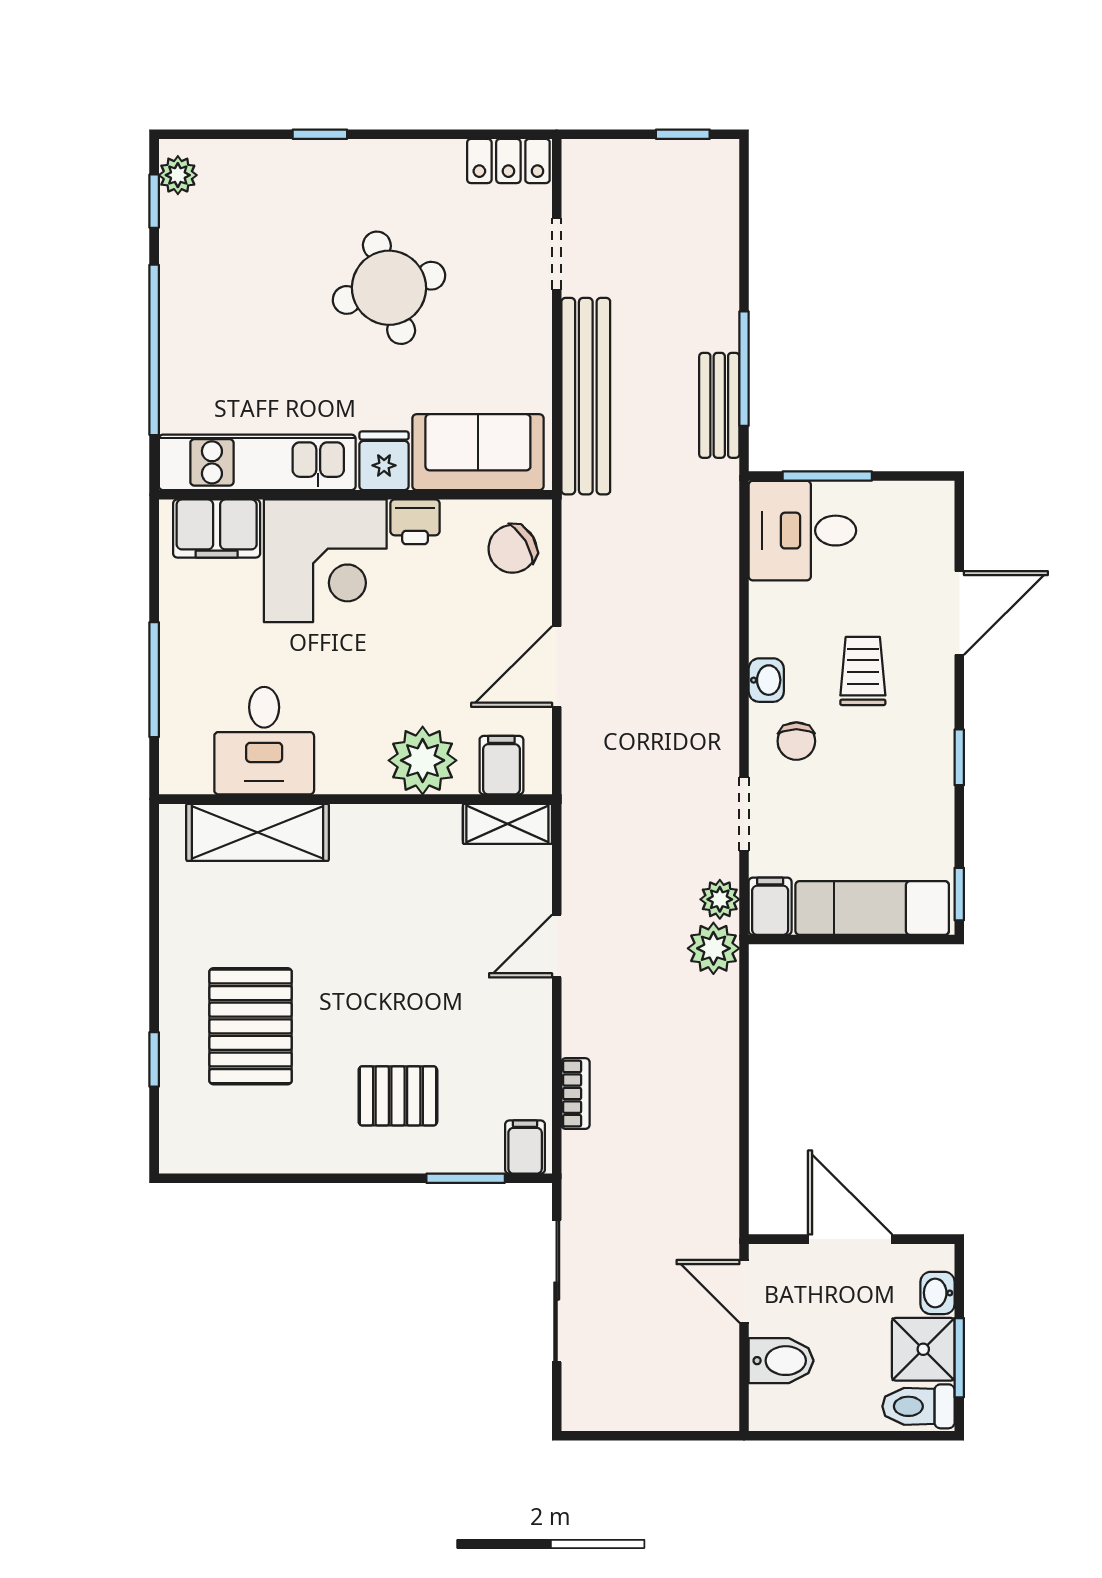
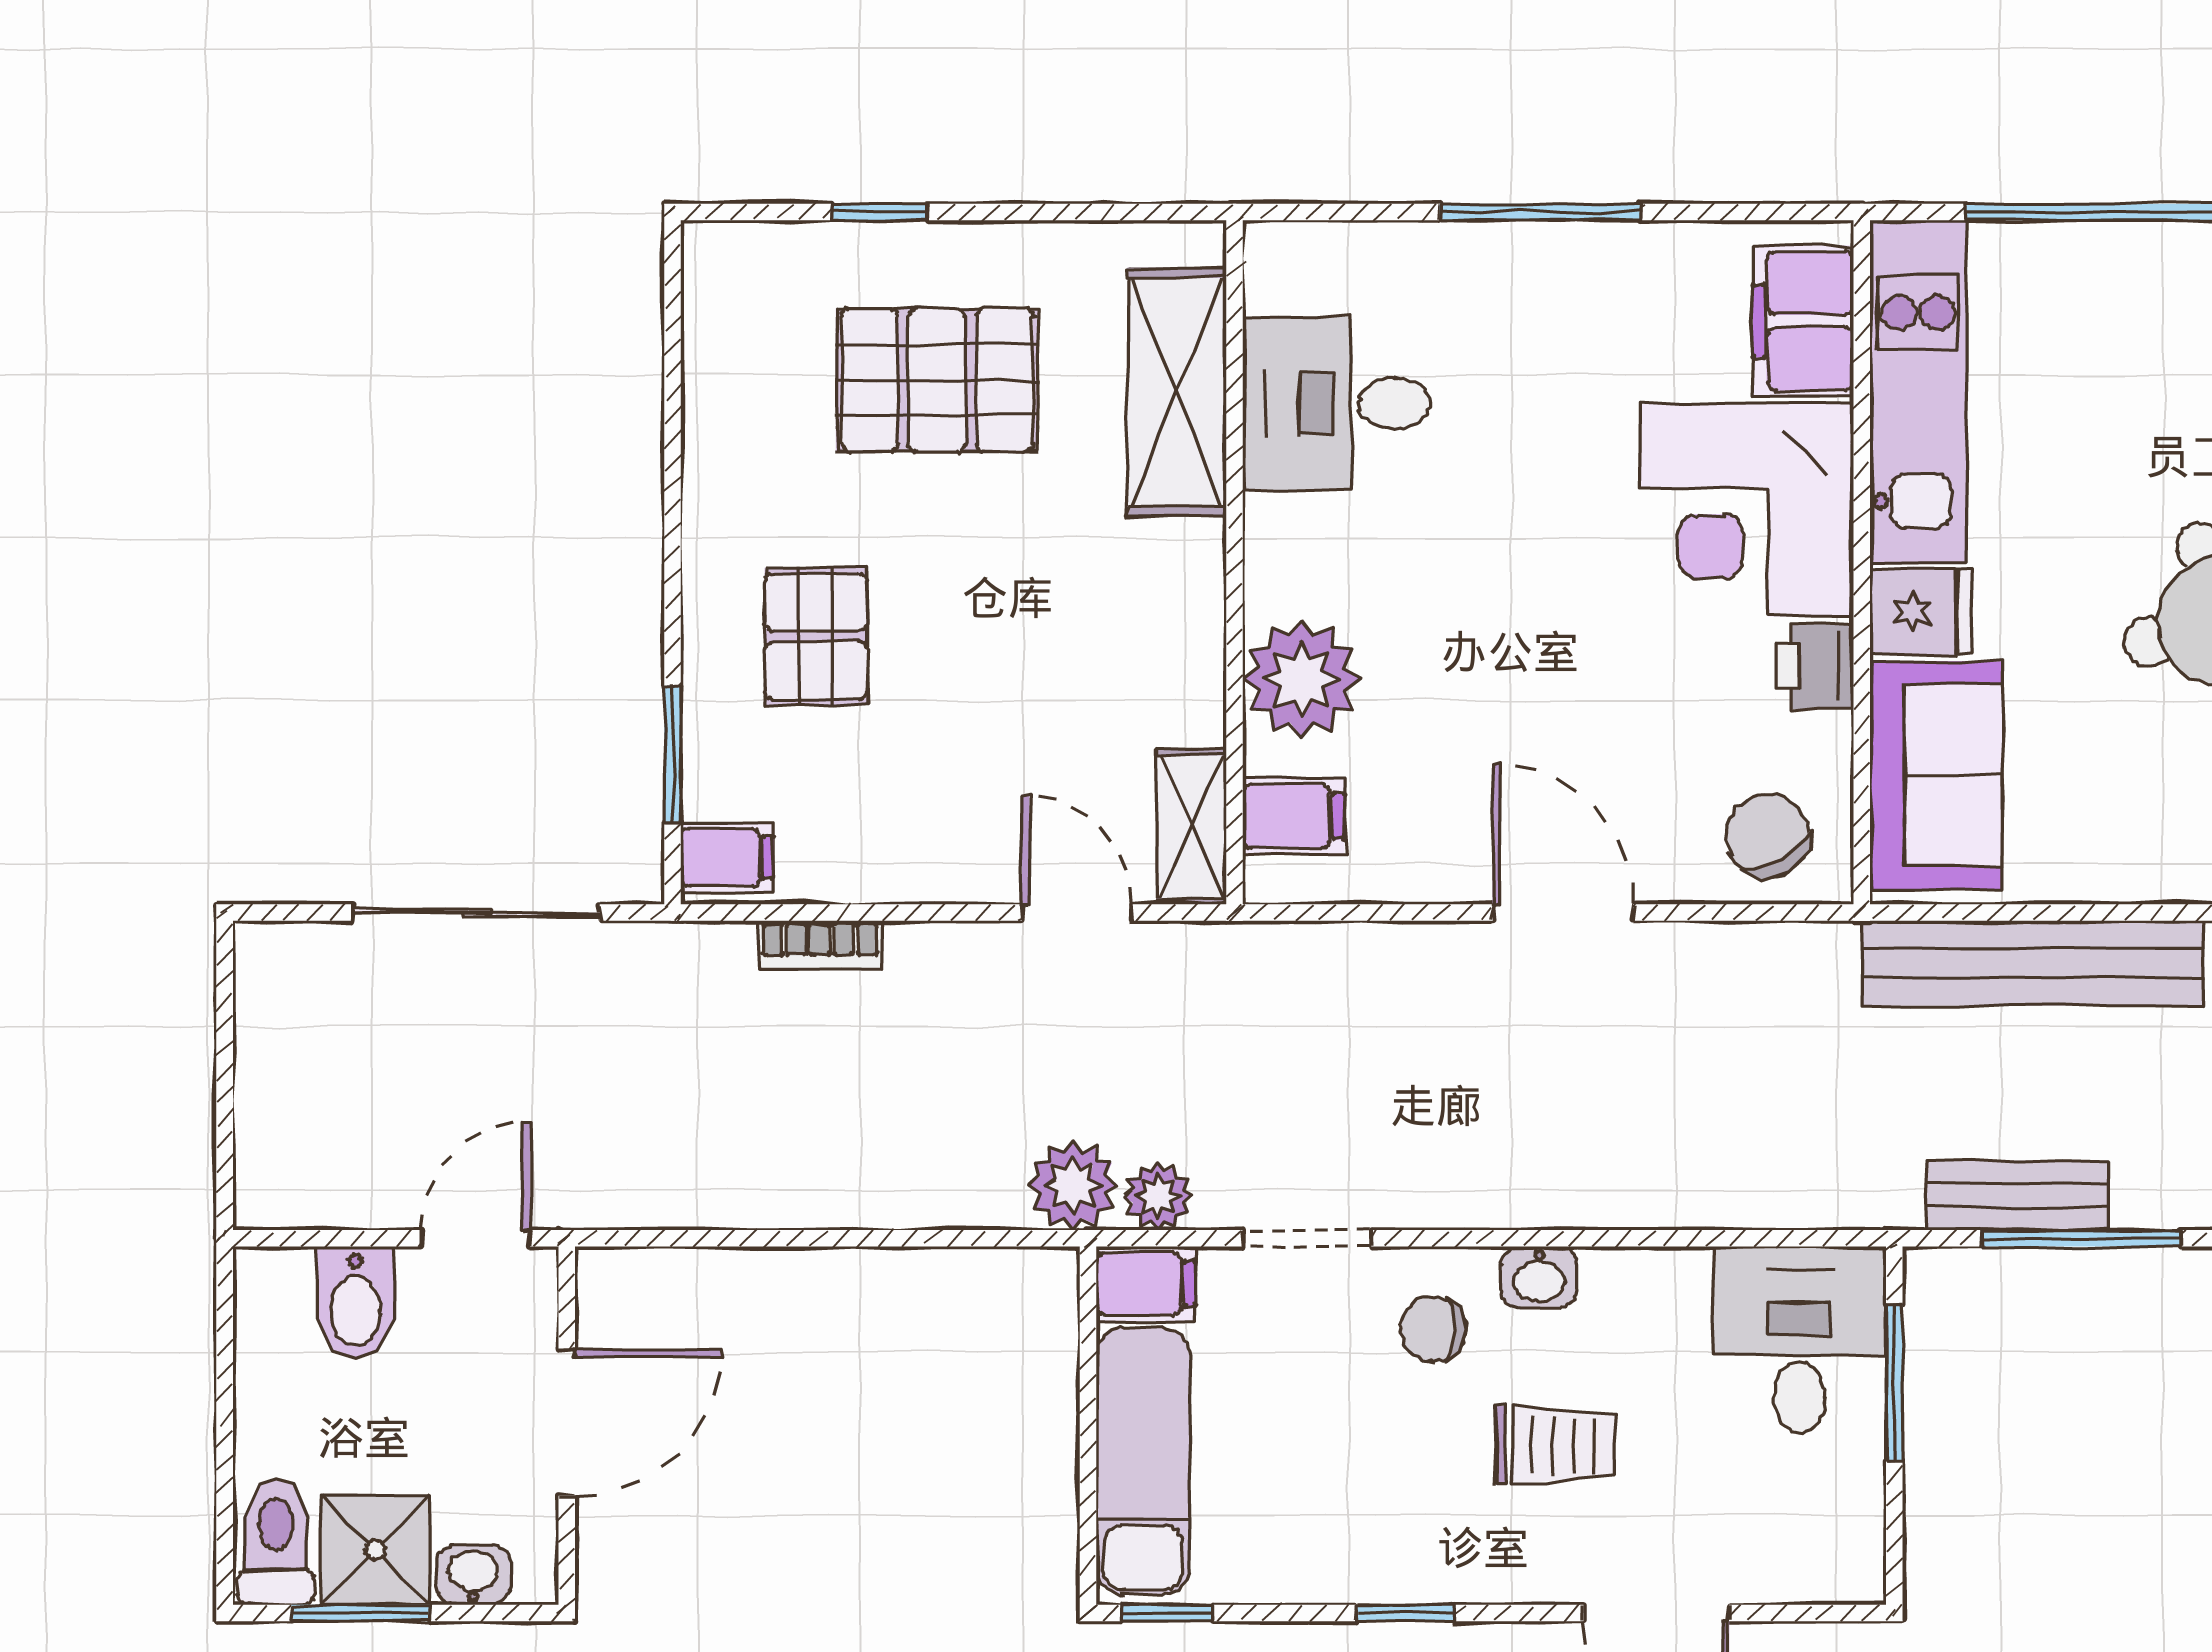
desk: (264, 741) -> (1336, 404), moved
plant: (423, 760) -> (1302, 679), moved
filing cabinet: (501, 765) -> (1294, 816), moved
wall: (355, 799) -> (1235, 562), moved
shelving: (507, 824) -> (1192, 827), moved
shelving: (258, 832) -> (1177, 392), moved

